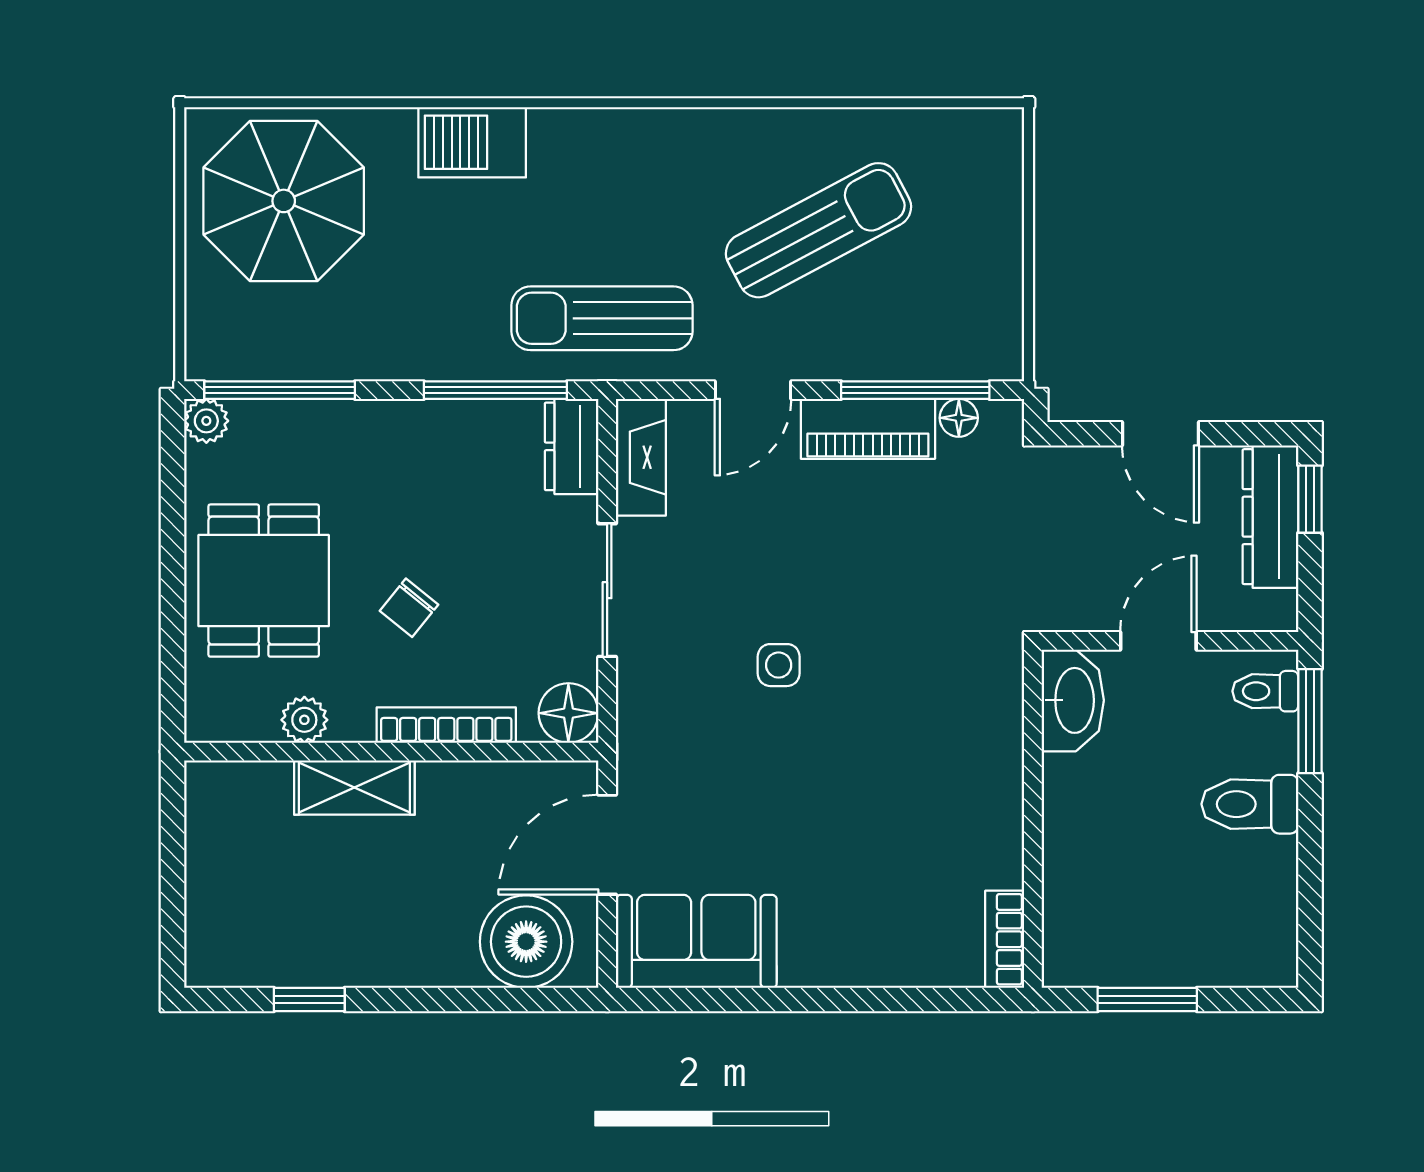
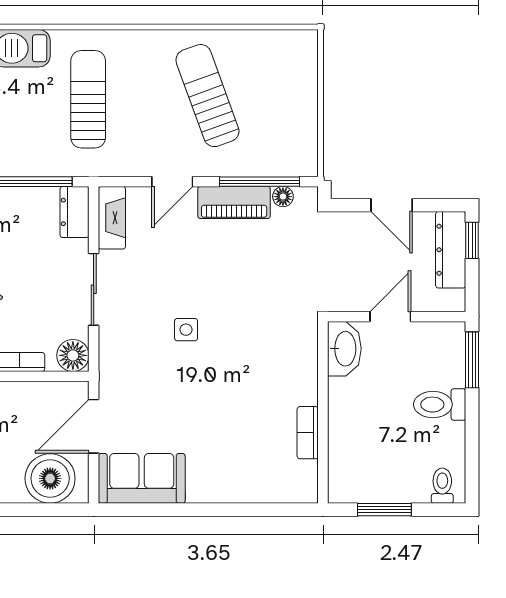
sun lounger: (819, 230) -> (207, 96), turned -82
sun lounger: (602, 318) -> (88, 99), moved, turned 90
toilet: (1265, 691) -> (442, 486), moved, turned 90
bookcase: (1005, 939) -> (308, 433), moved

